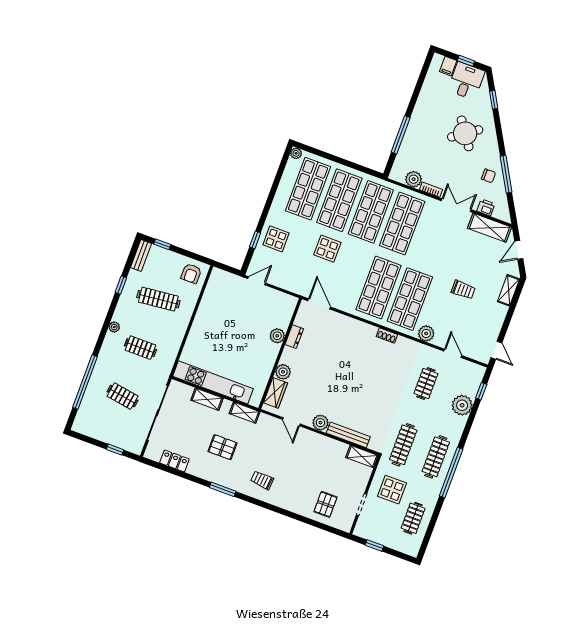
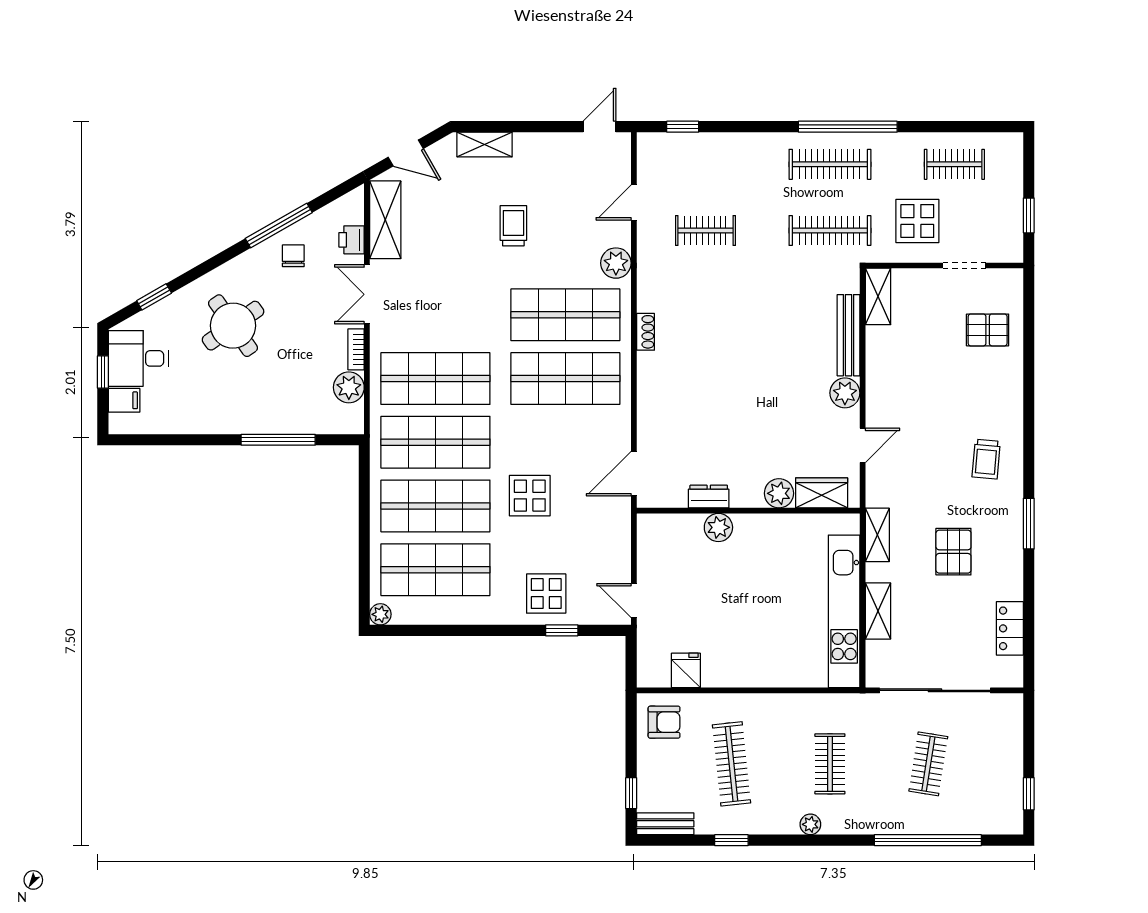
fridge: (213, 294) -> (686, 670), added
plant: (462, 405) -> (720, 152), removed
window: (115, 450) -> (1029, 794), moved

